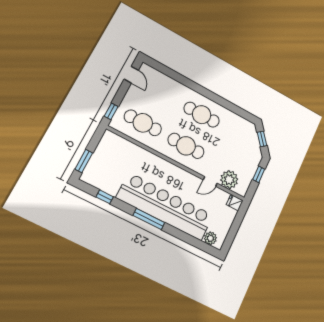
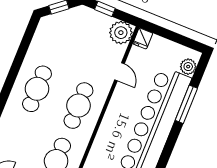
plant: (229, 180) -> (121, 33), moved
window: (149, 219) -> (186, 104), moved

